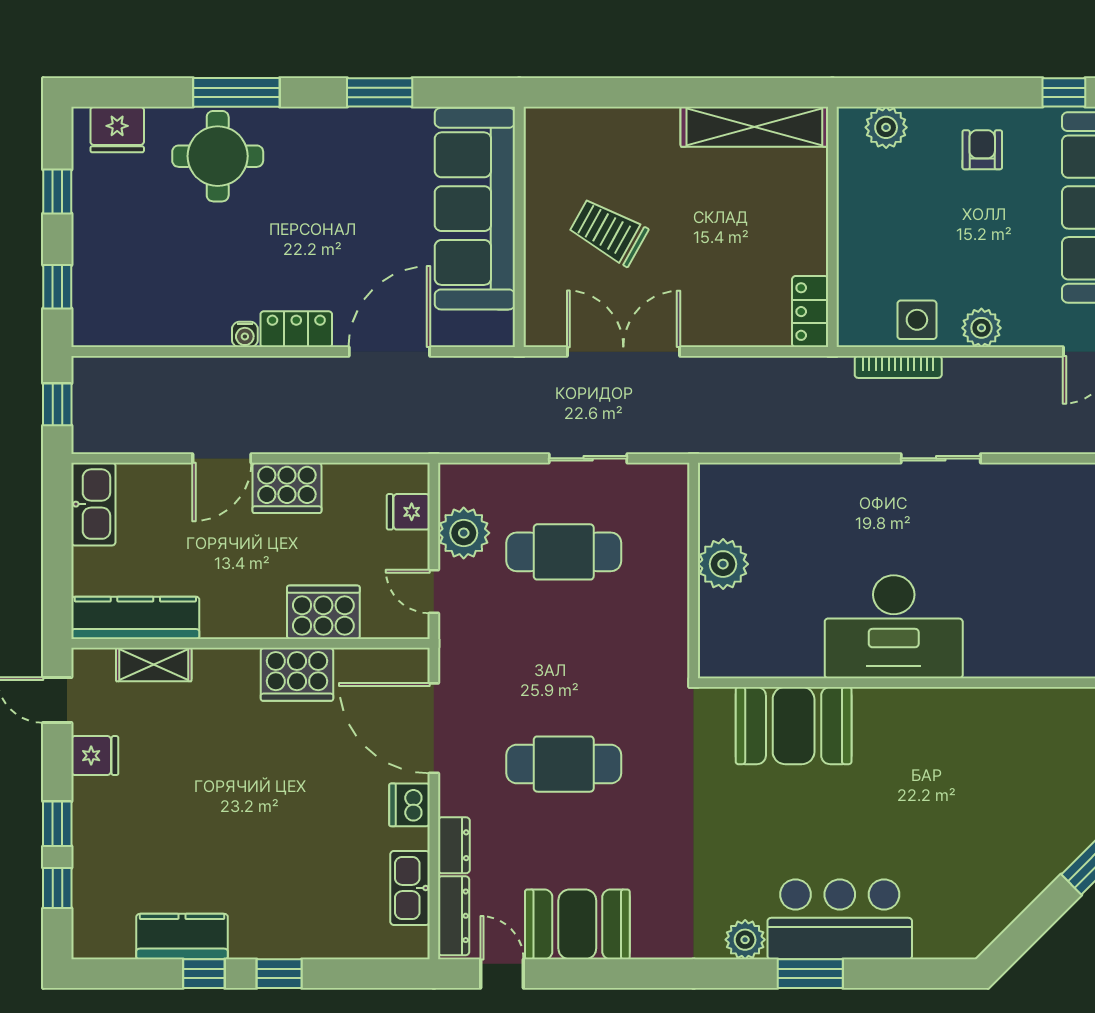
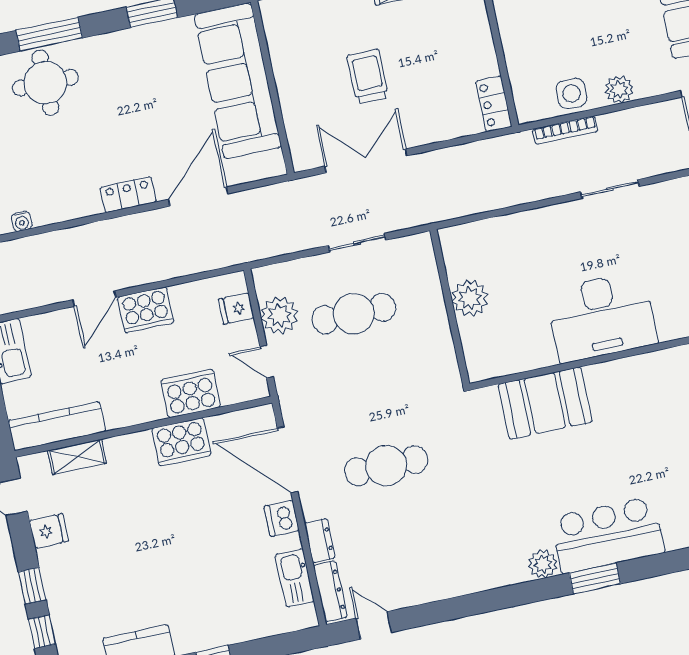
trolley: (608, 232) -> (368, 76), moved, turned 61
water cooler: (245, 334) -> (22, 221), moved
booth: (577, 924) -> (420, 578), removed

